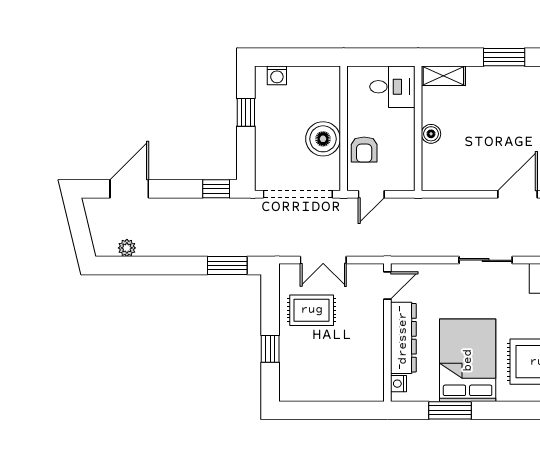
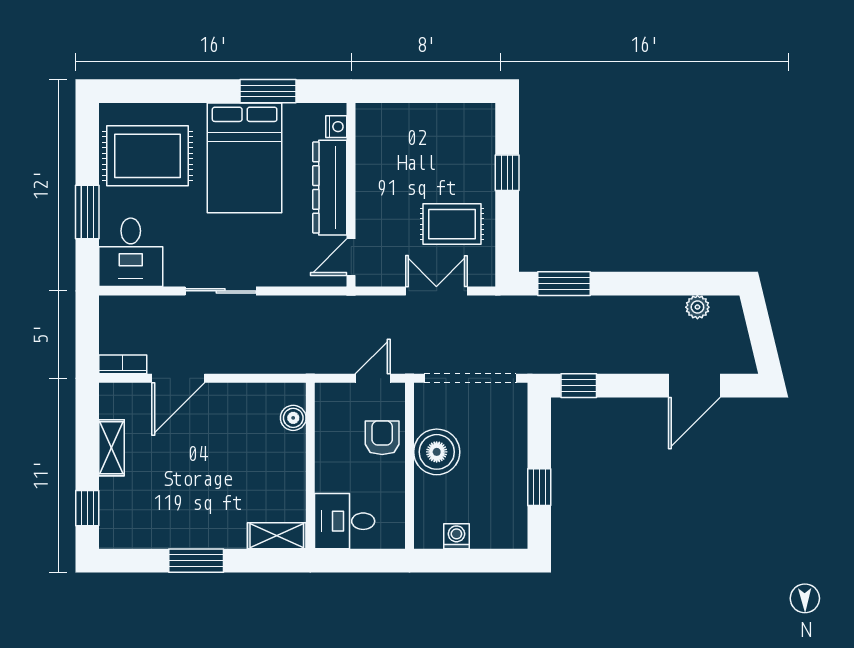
washing machine: (277, 75) -> (456, 536), moved
boiler: (431, 134) -> (293, 418), moved

